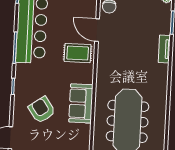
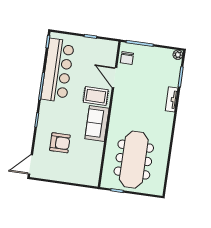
sofa: (81, 103) -> (97, 123), moved
armchair: (42, 110) -> (60, 143), turned 125

